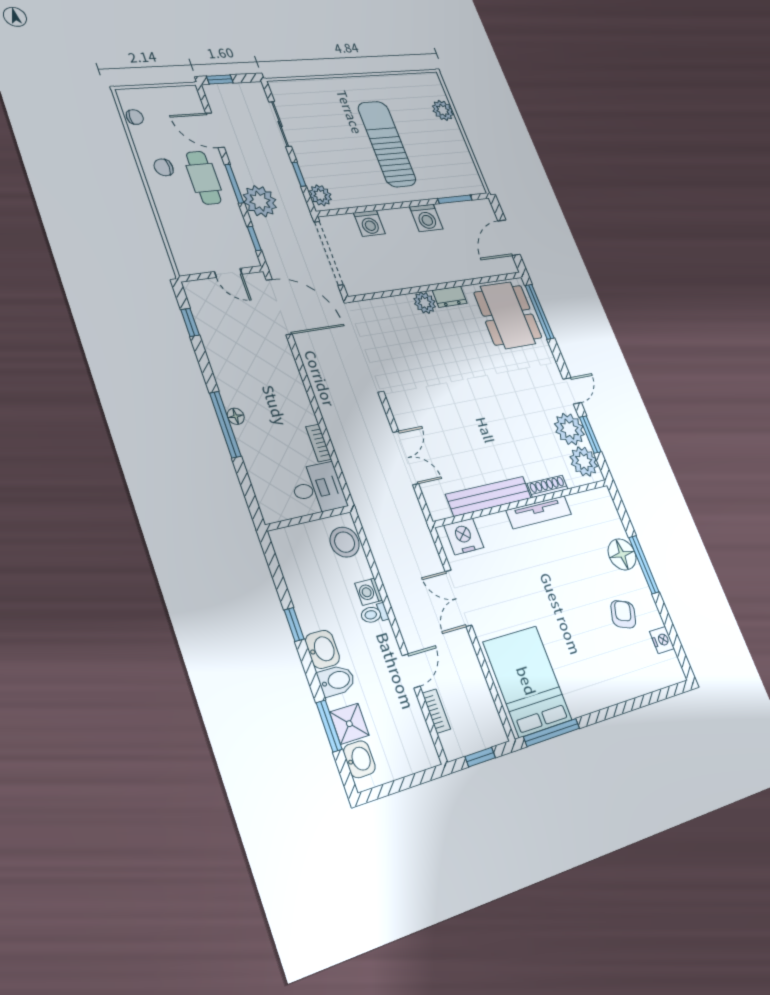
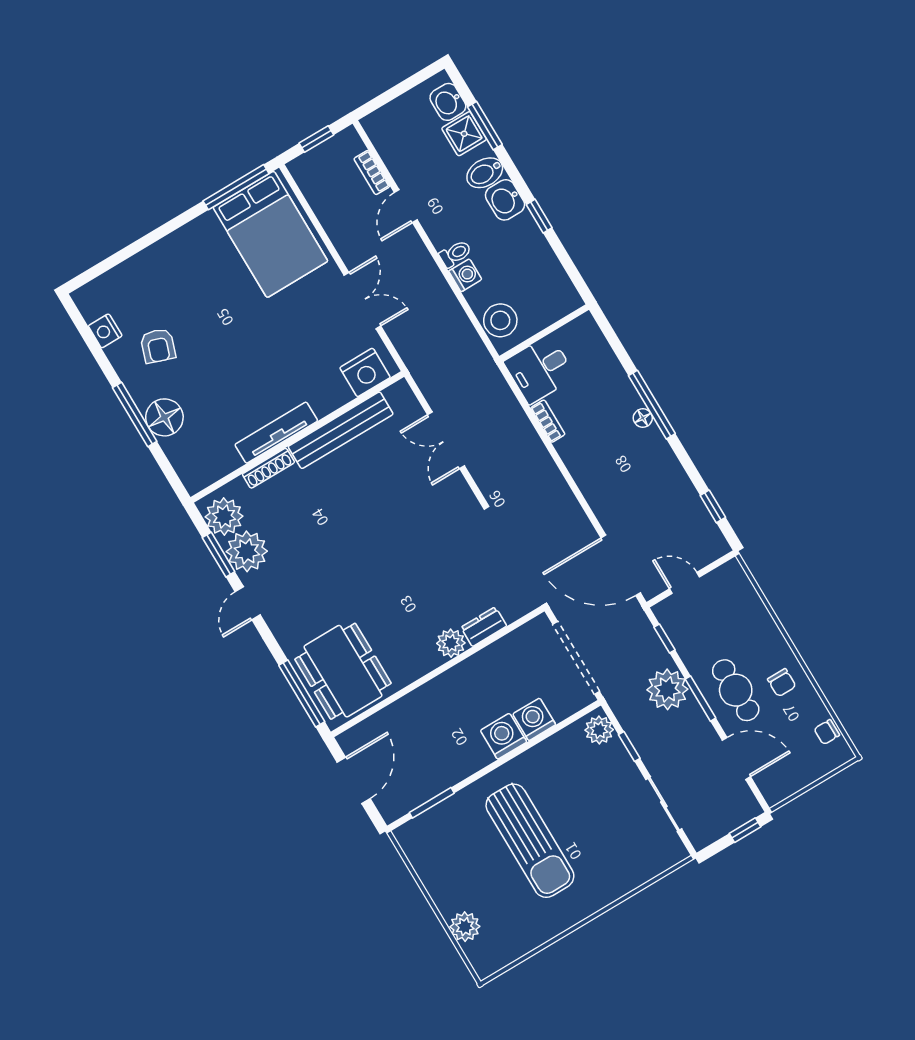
chair: (164, 167) -> (782, 683), turned 90
washing machine: (426, 218) -> (504, 736), moved
dresser: (450, 297) -> (484, 627), moved

